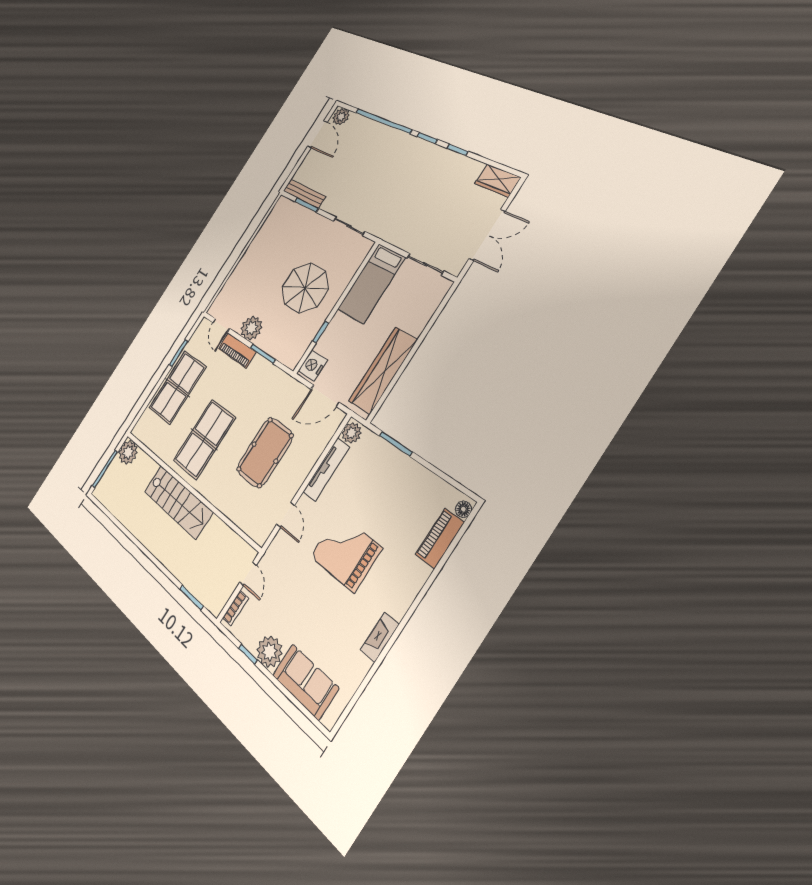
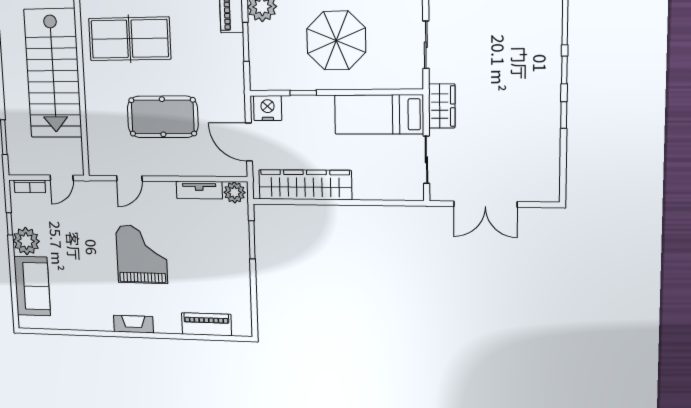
wardrobe: (498, 180) -> (442, 106), moved, turned 180
tv unit: (326, 469) -> (199, 190), width x0.71
stairs: (178, 502) -> (53, 73), width x1.36, depth x1.51
floor lamp: (463, 509) -> (240, 329), removed
fireplace: (380, 637) -> (133, 324), moved

